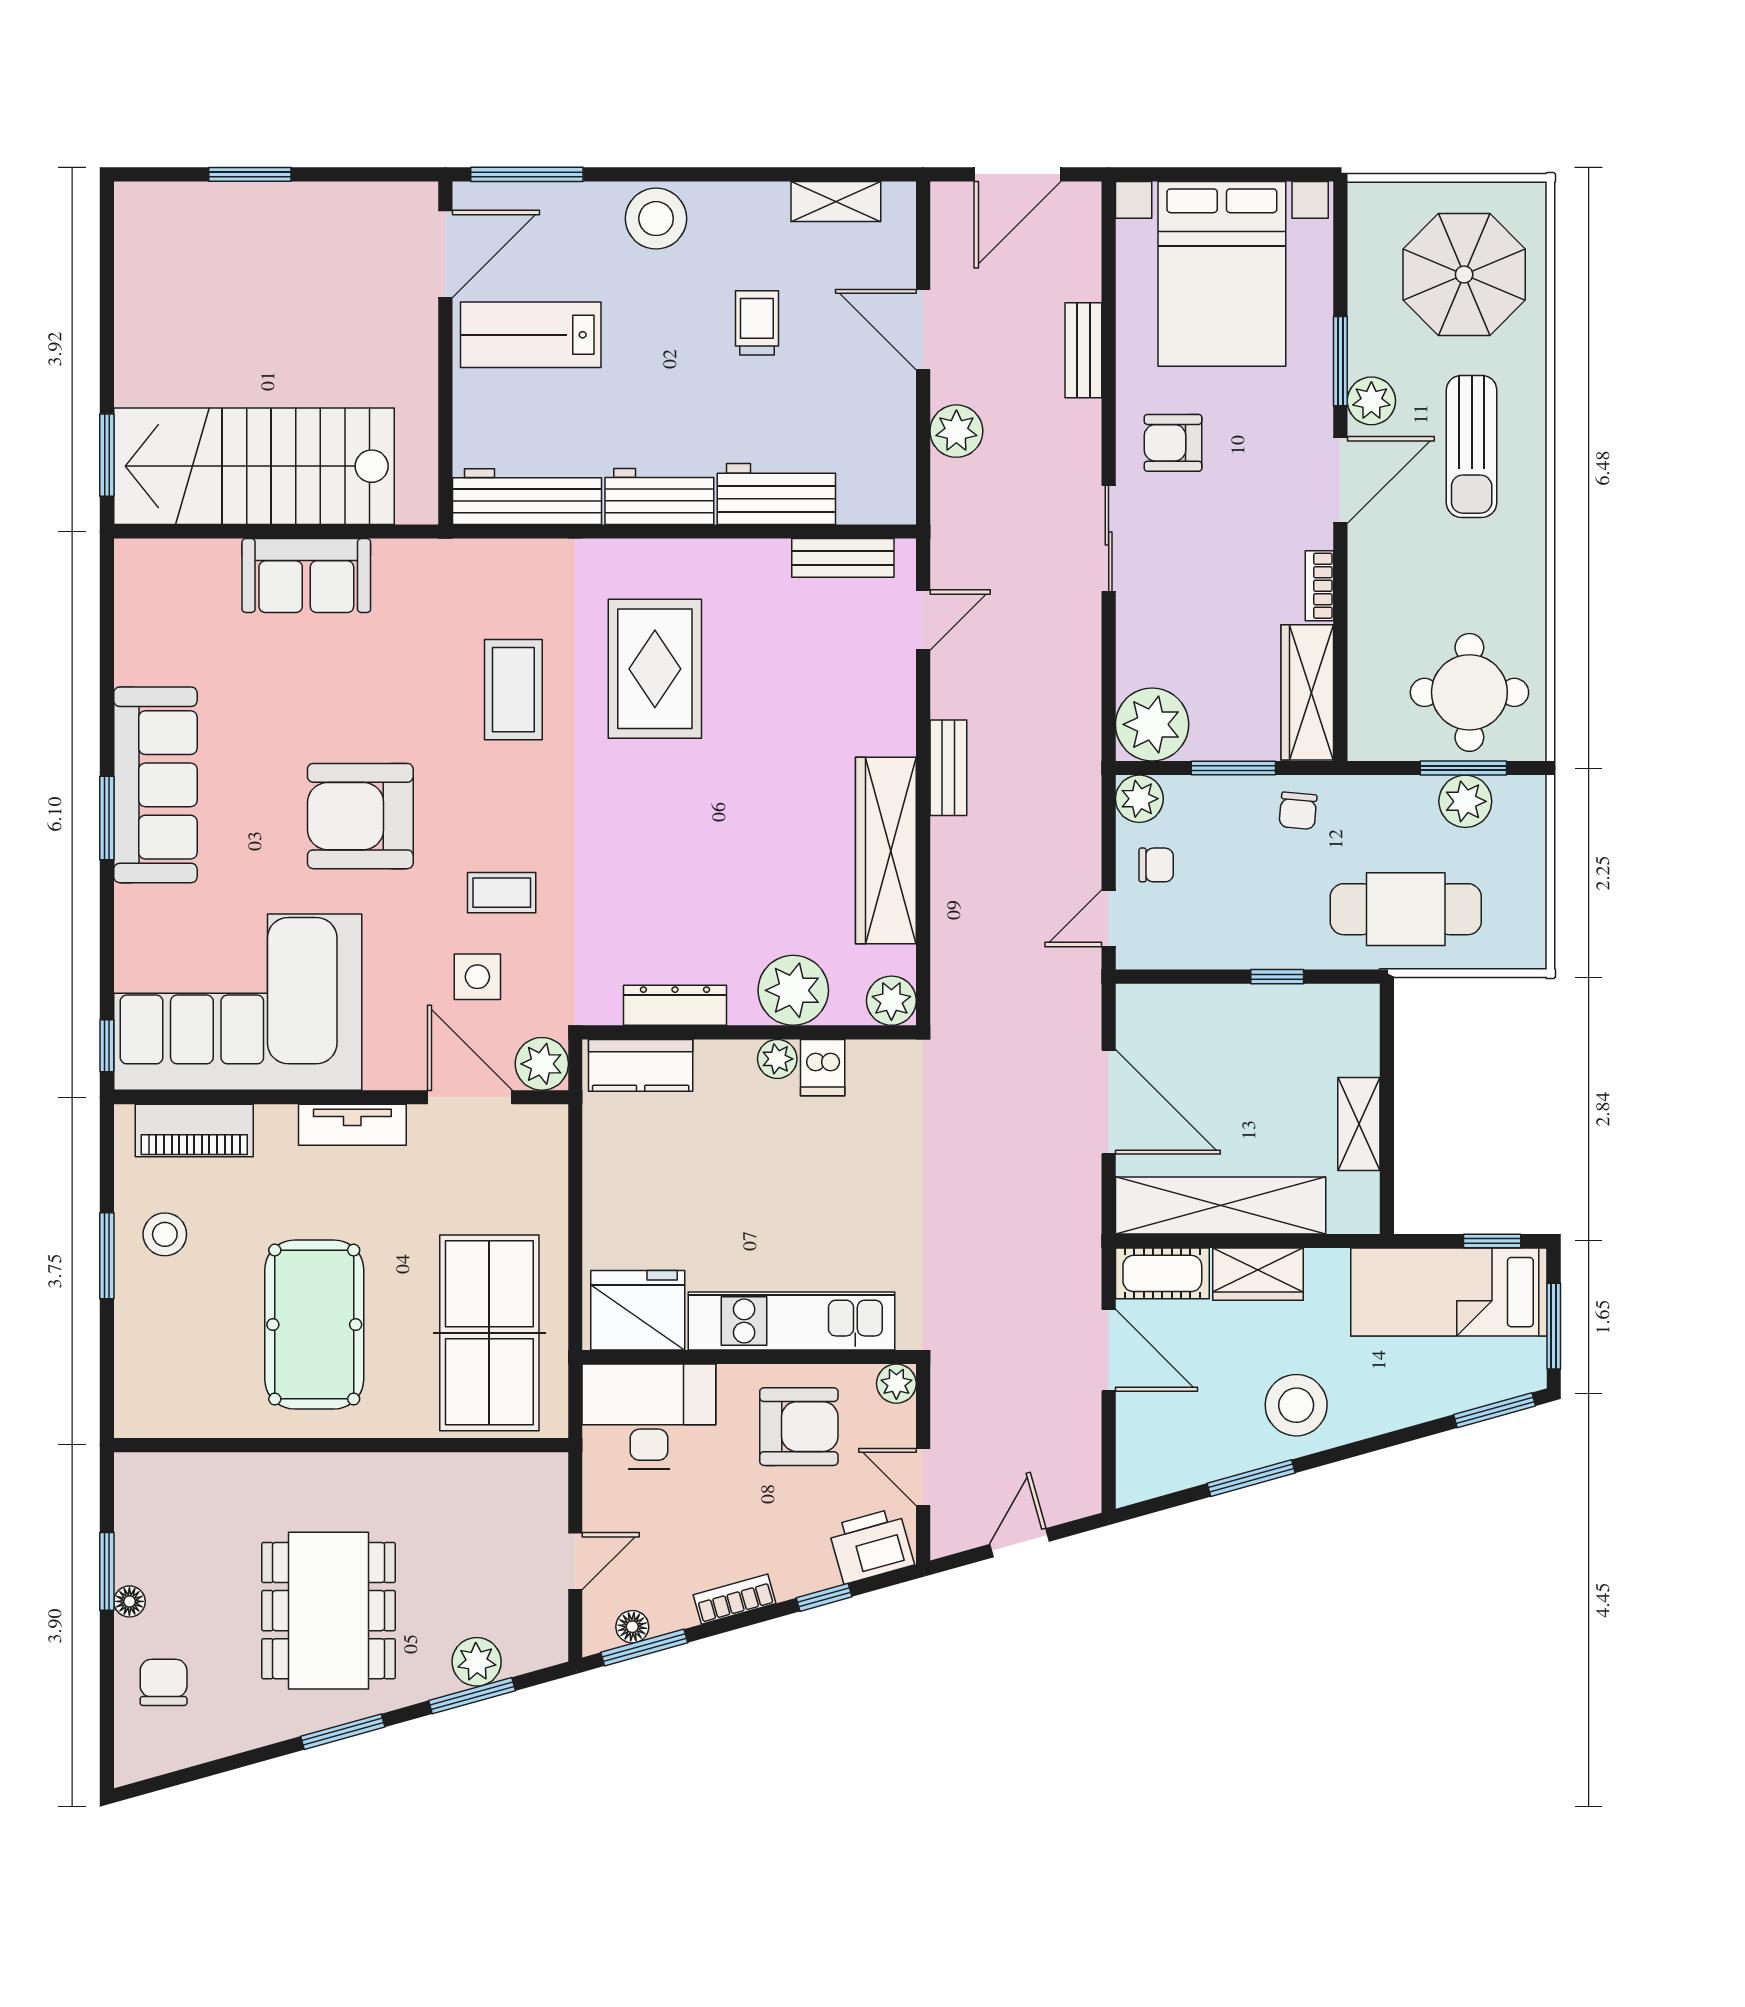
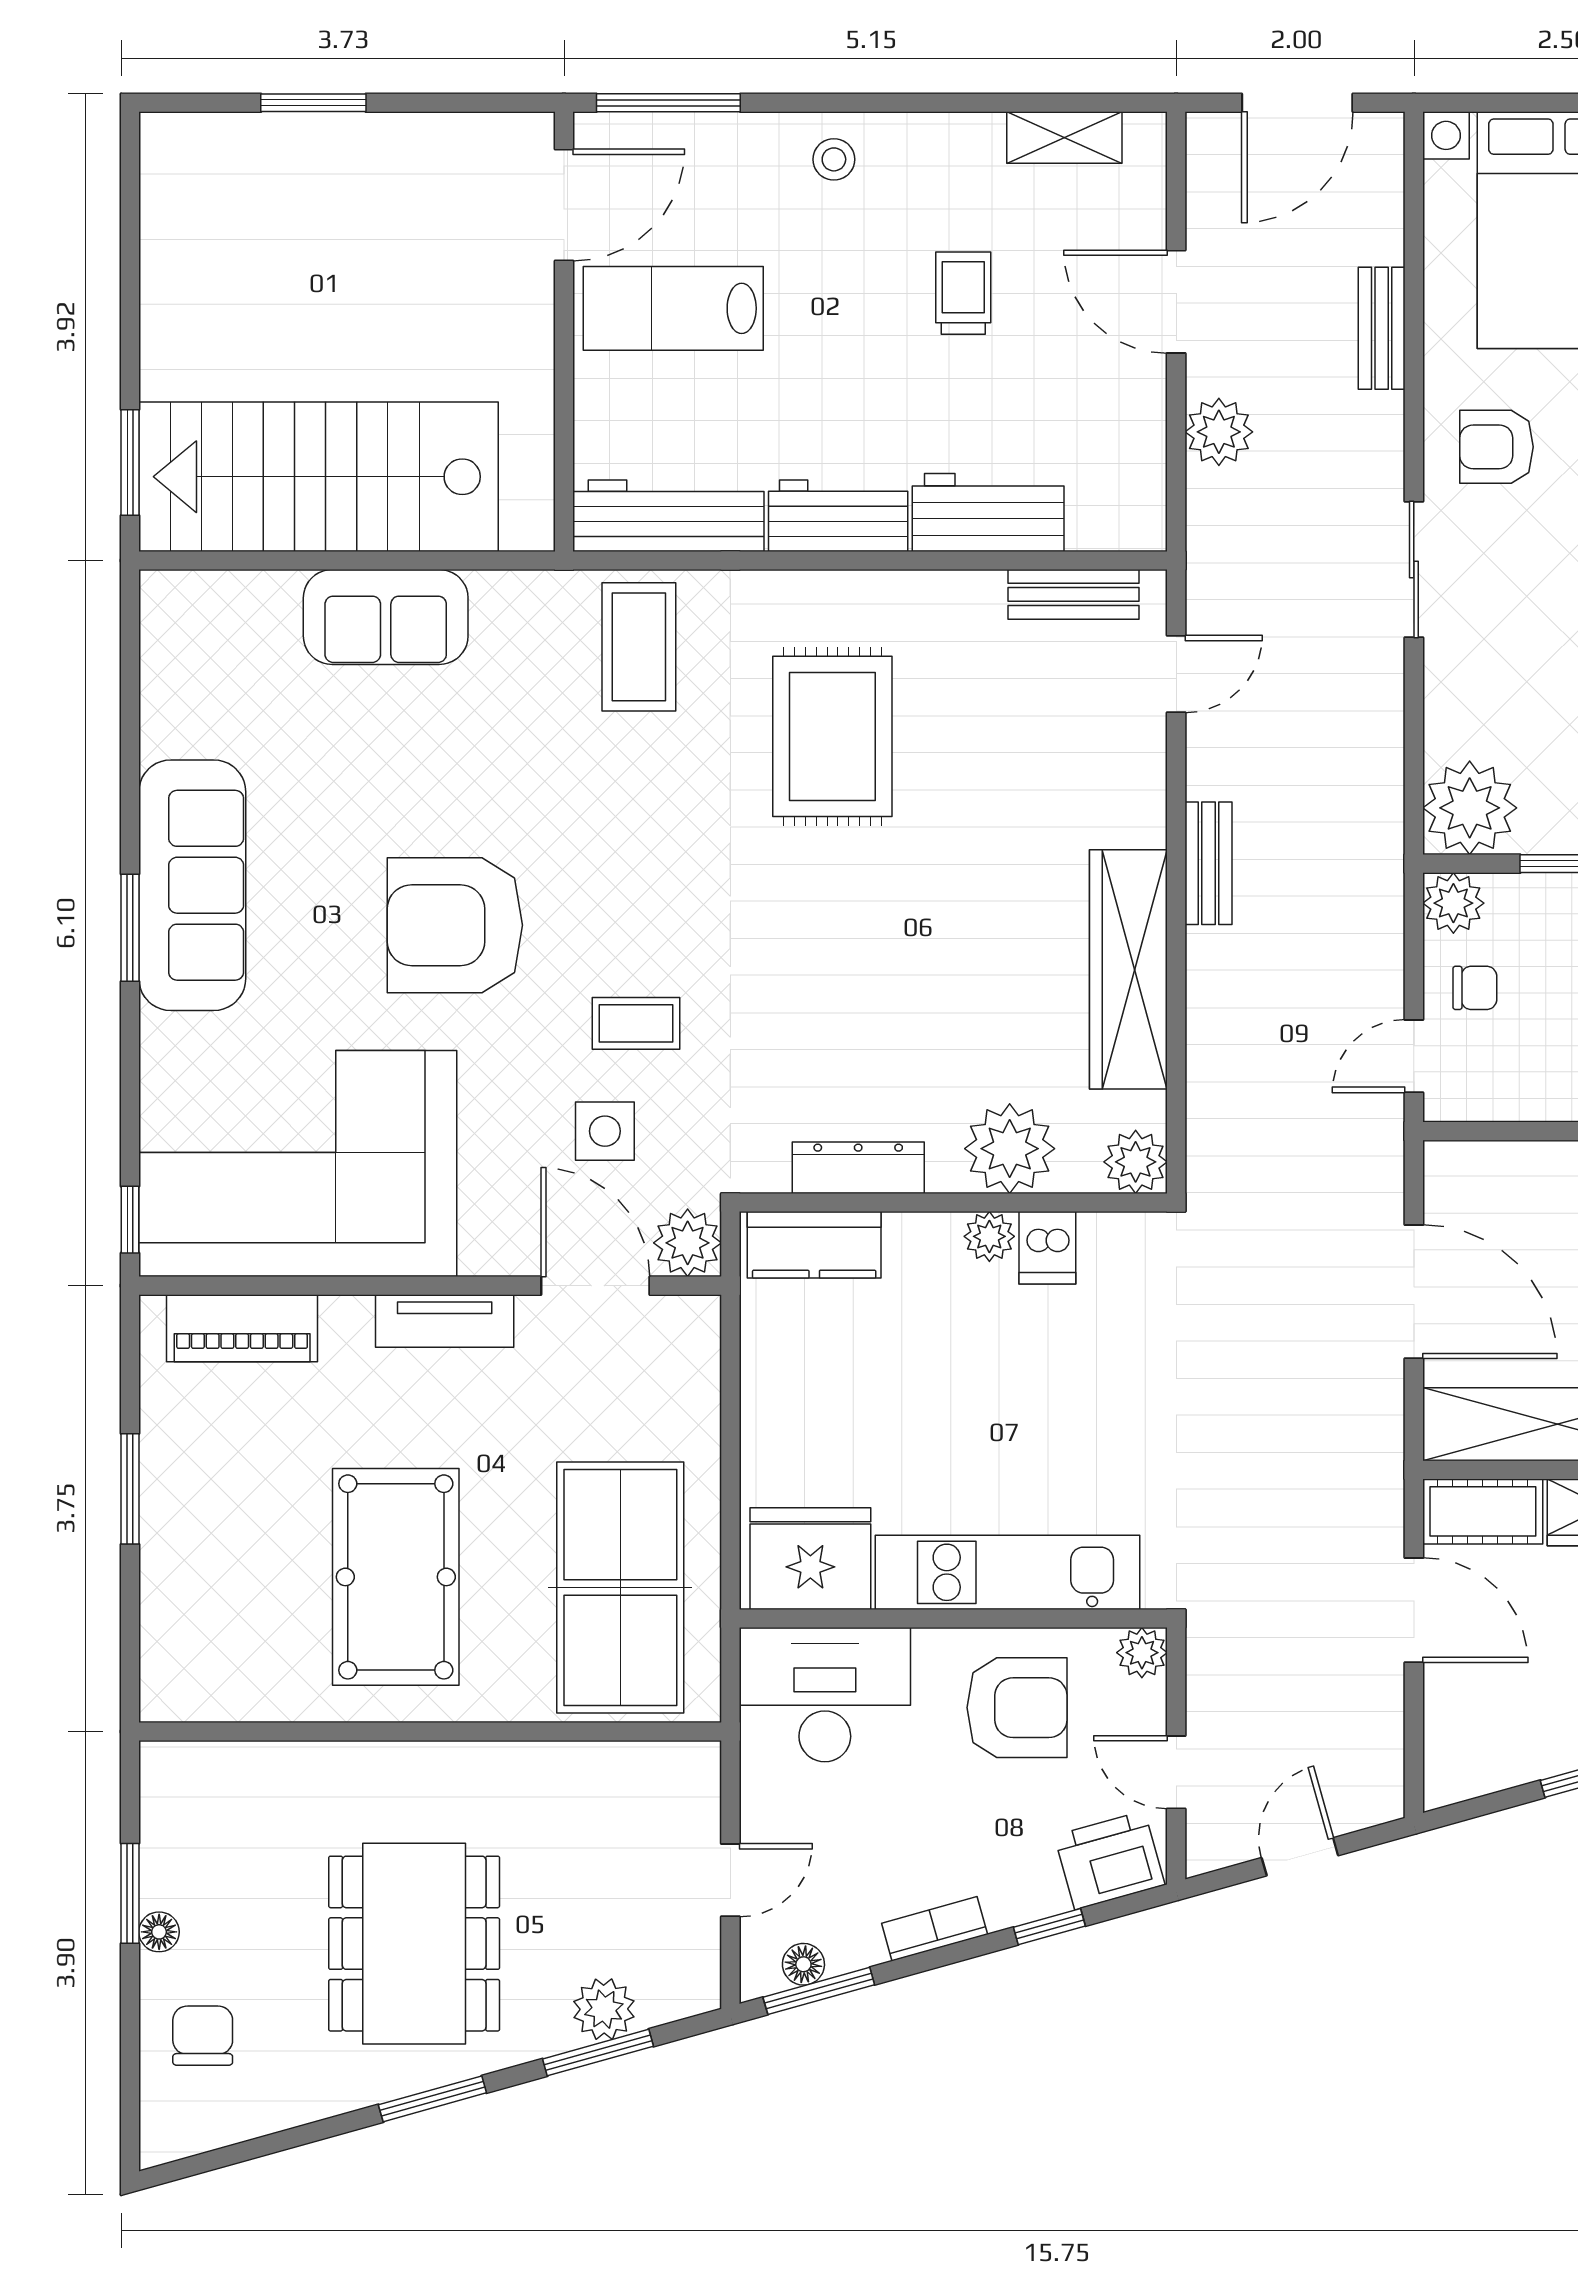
stool: (656, 219) -> (834, 159), width x0.53, depth x0.53
coffee table: (513, 690) -> (639, 647), moved
stool: (165, 1234) -> (204, 1461), removed

